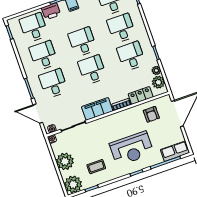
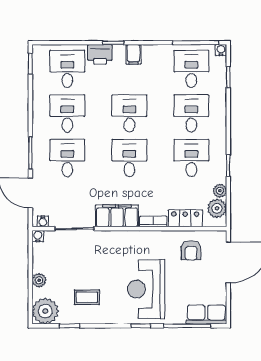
reception desk: (132, 149) -> (146, 289), turned 90
plant: (65, 161) -> (39, 280), width x0.53, depth x0.53

